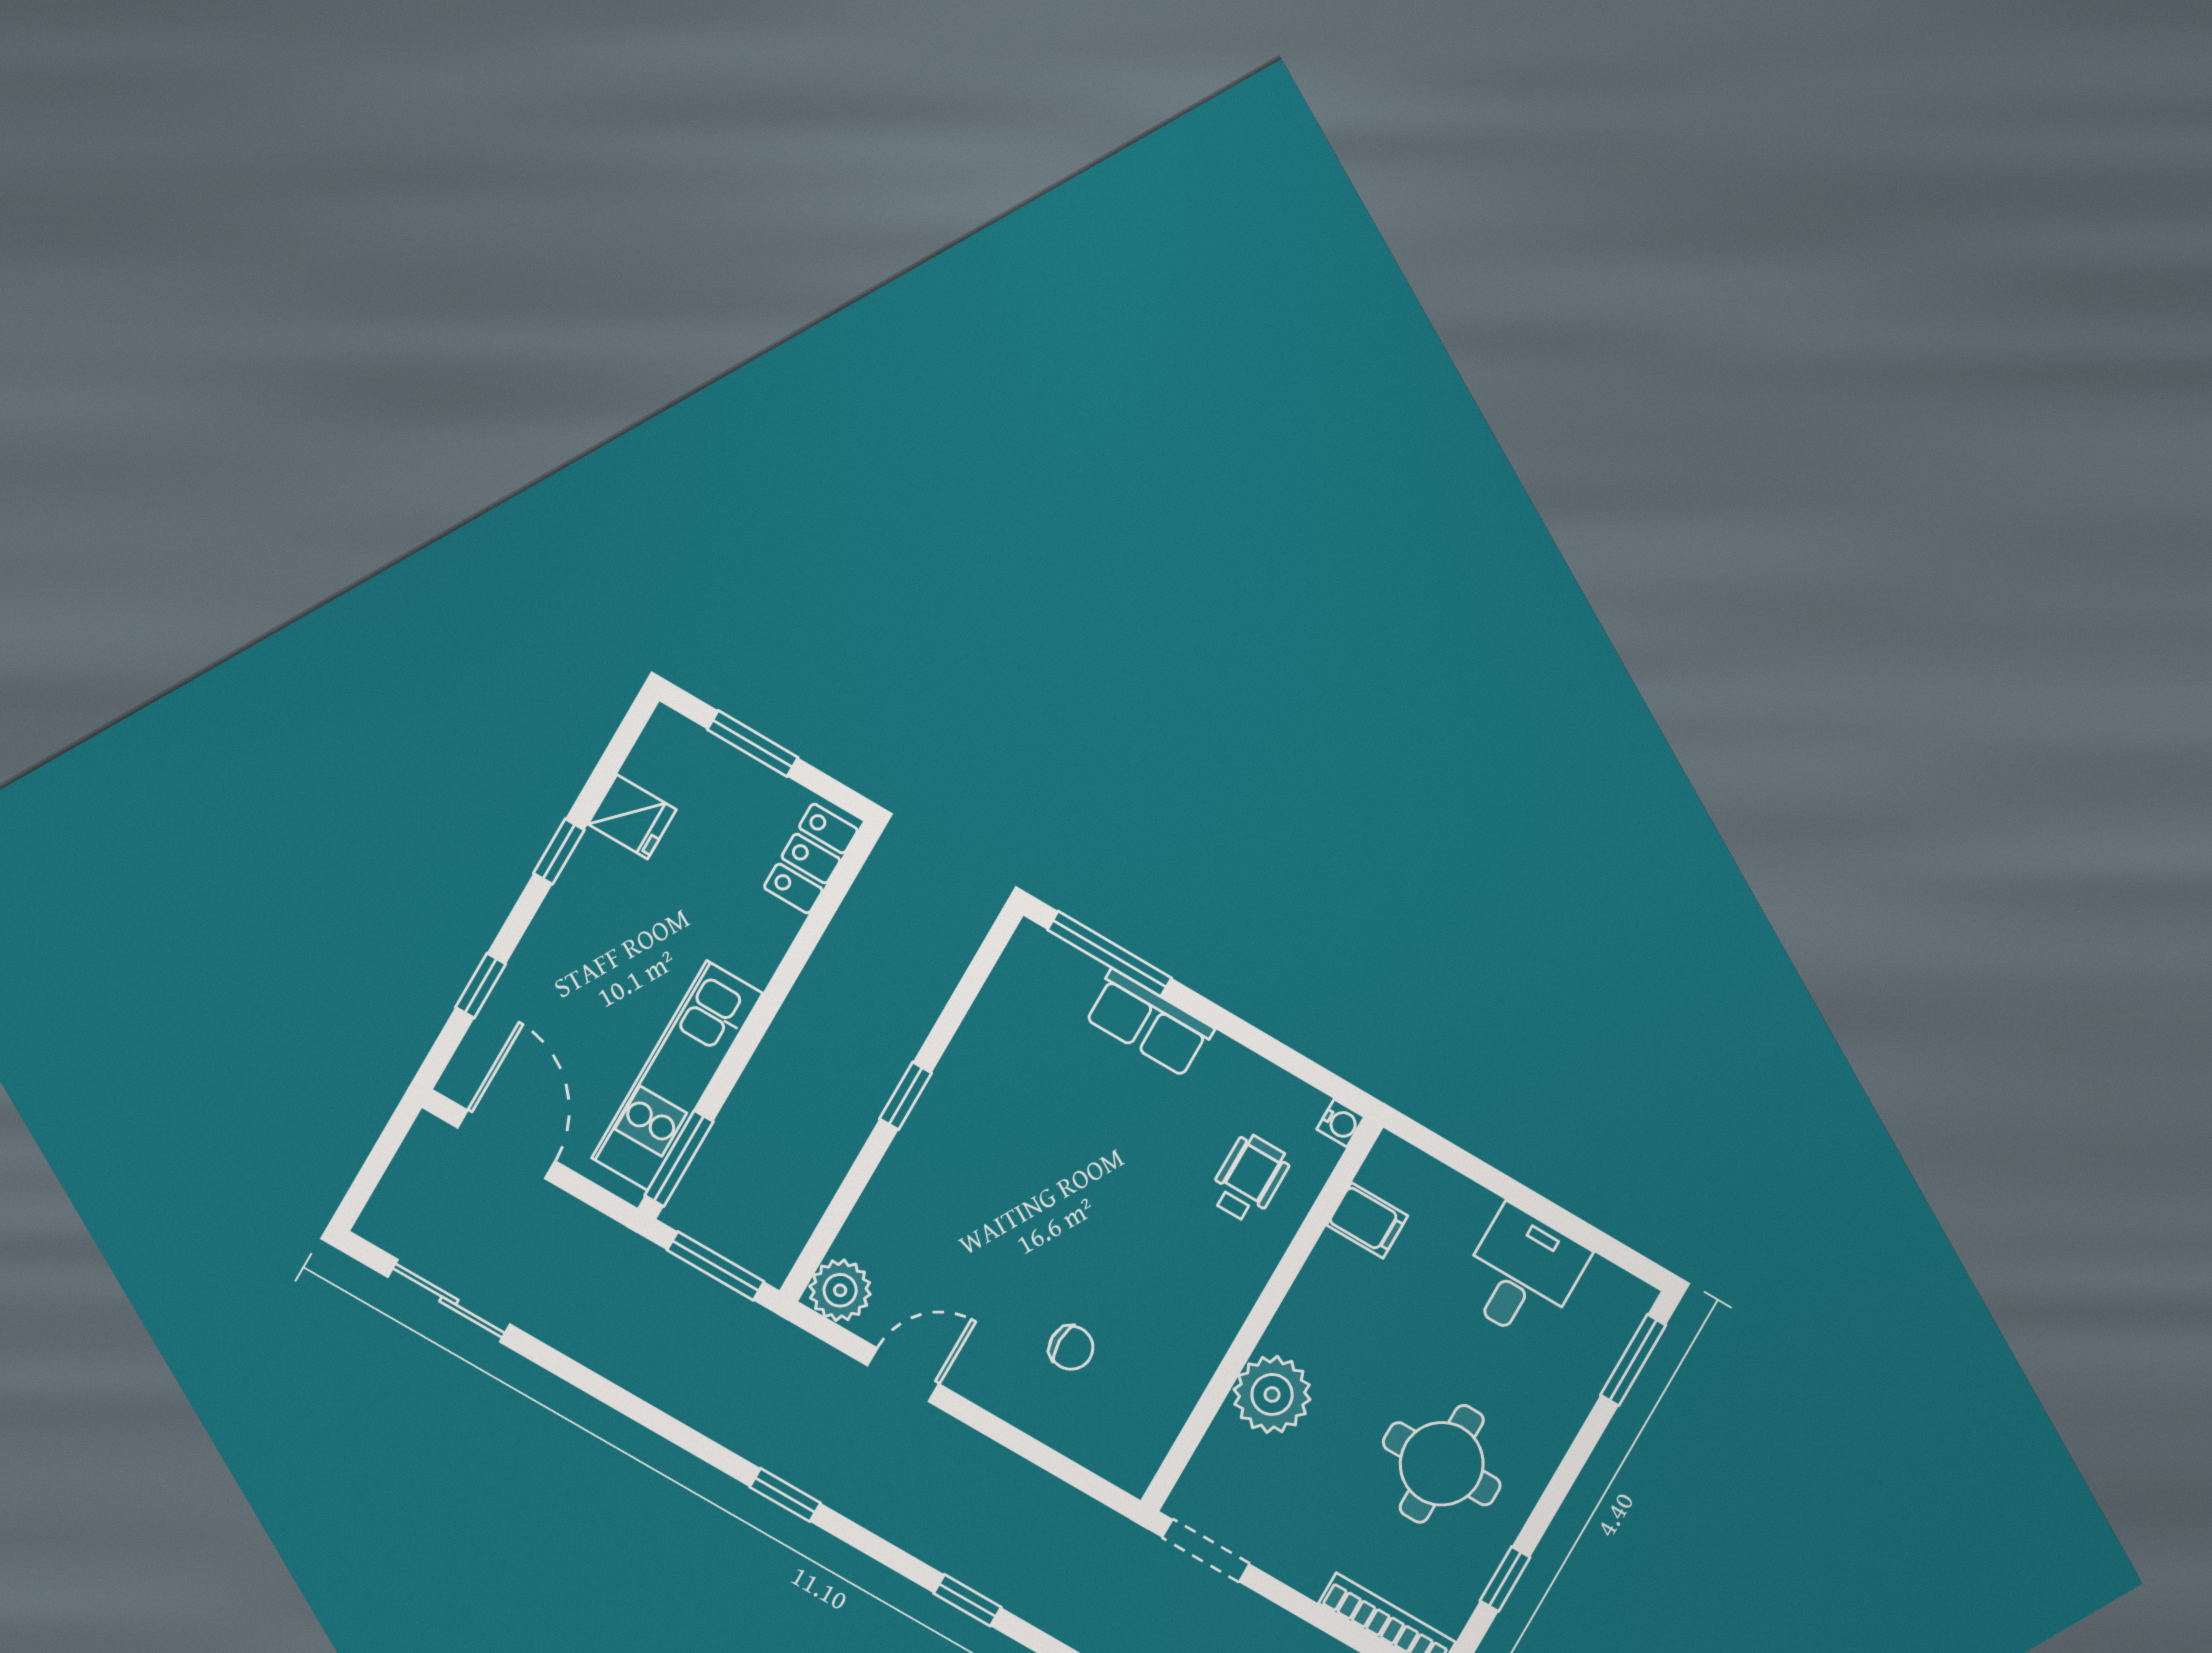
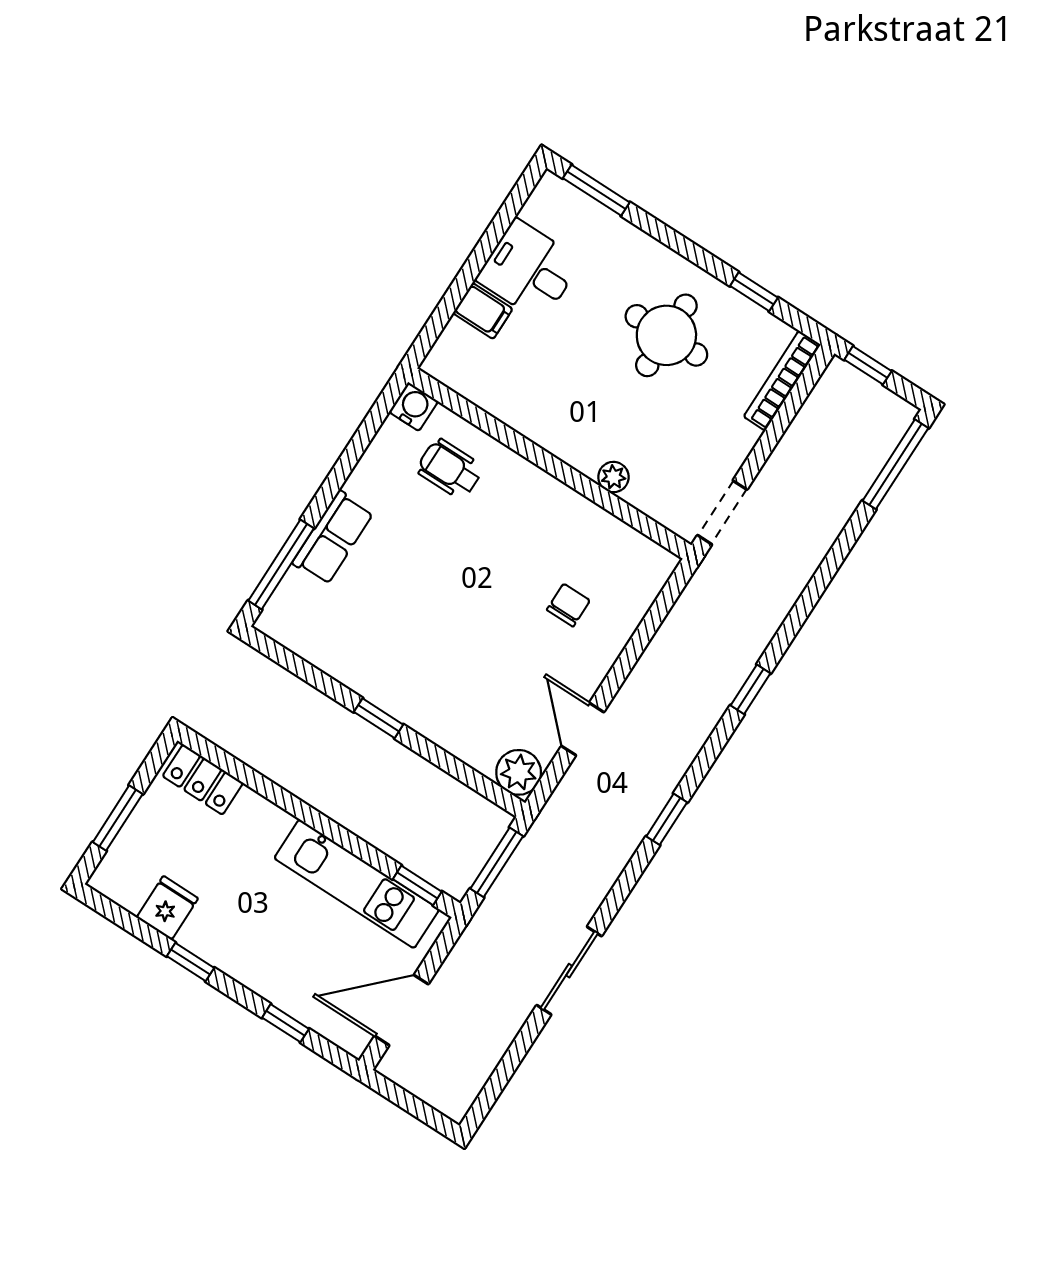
water cooler: (1341, 1123) -> (414, 407), width x1.38, depth x1.38
window: (679, 1159) -> (417, 885), width x0.67
filing cabinet: (1367, 1220) -> (483, 311), moved, turned 90
sliding door: (449, 1301) -> (569, 971), moved
plant: (1272, 1394) -> (613, 477), width x0.53, depth x0.53

